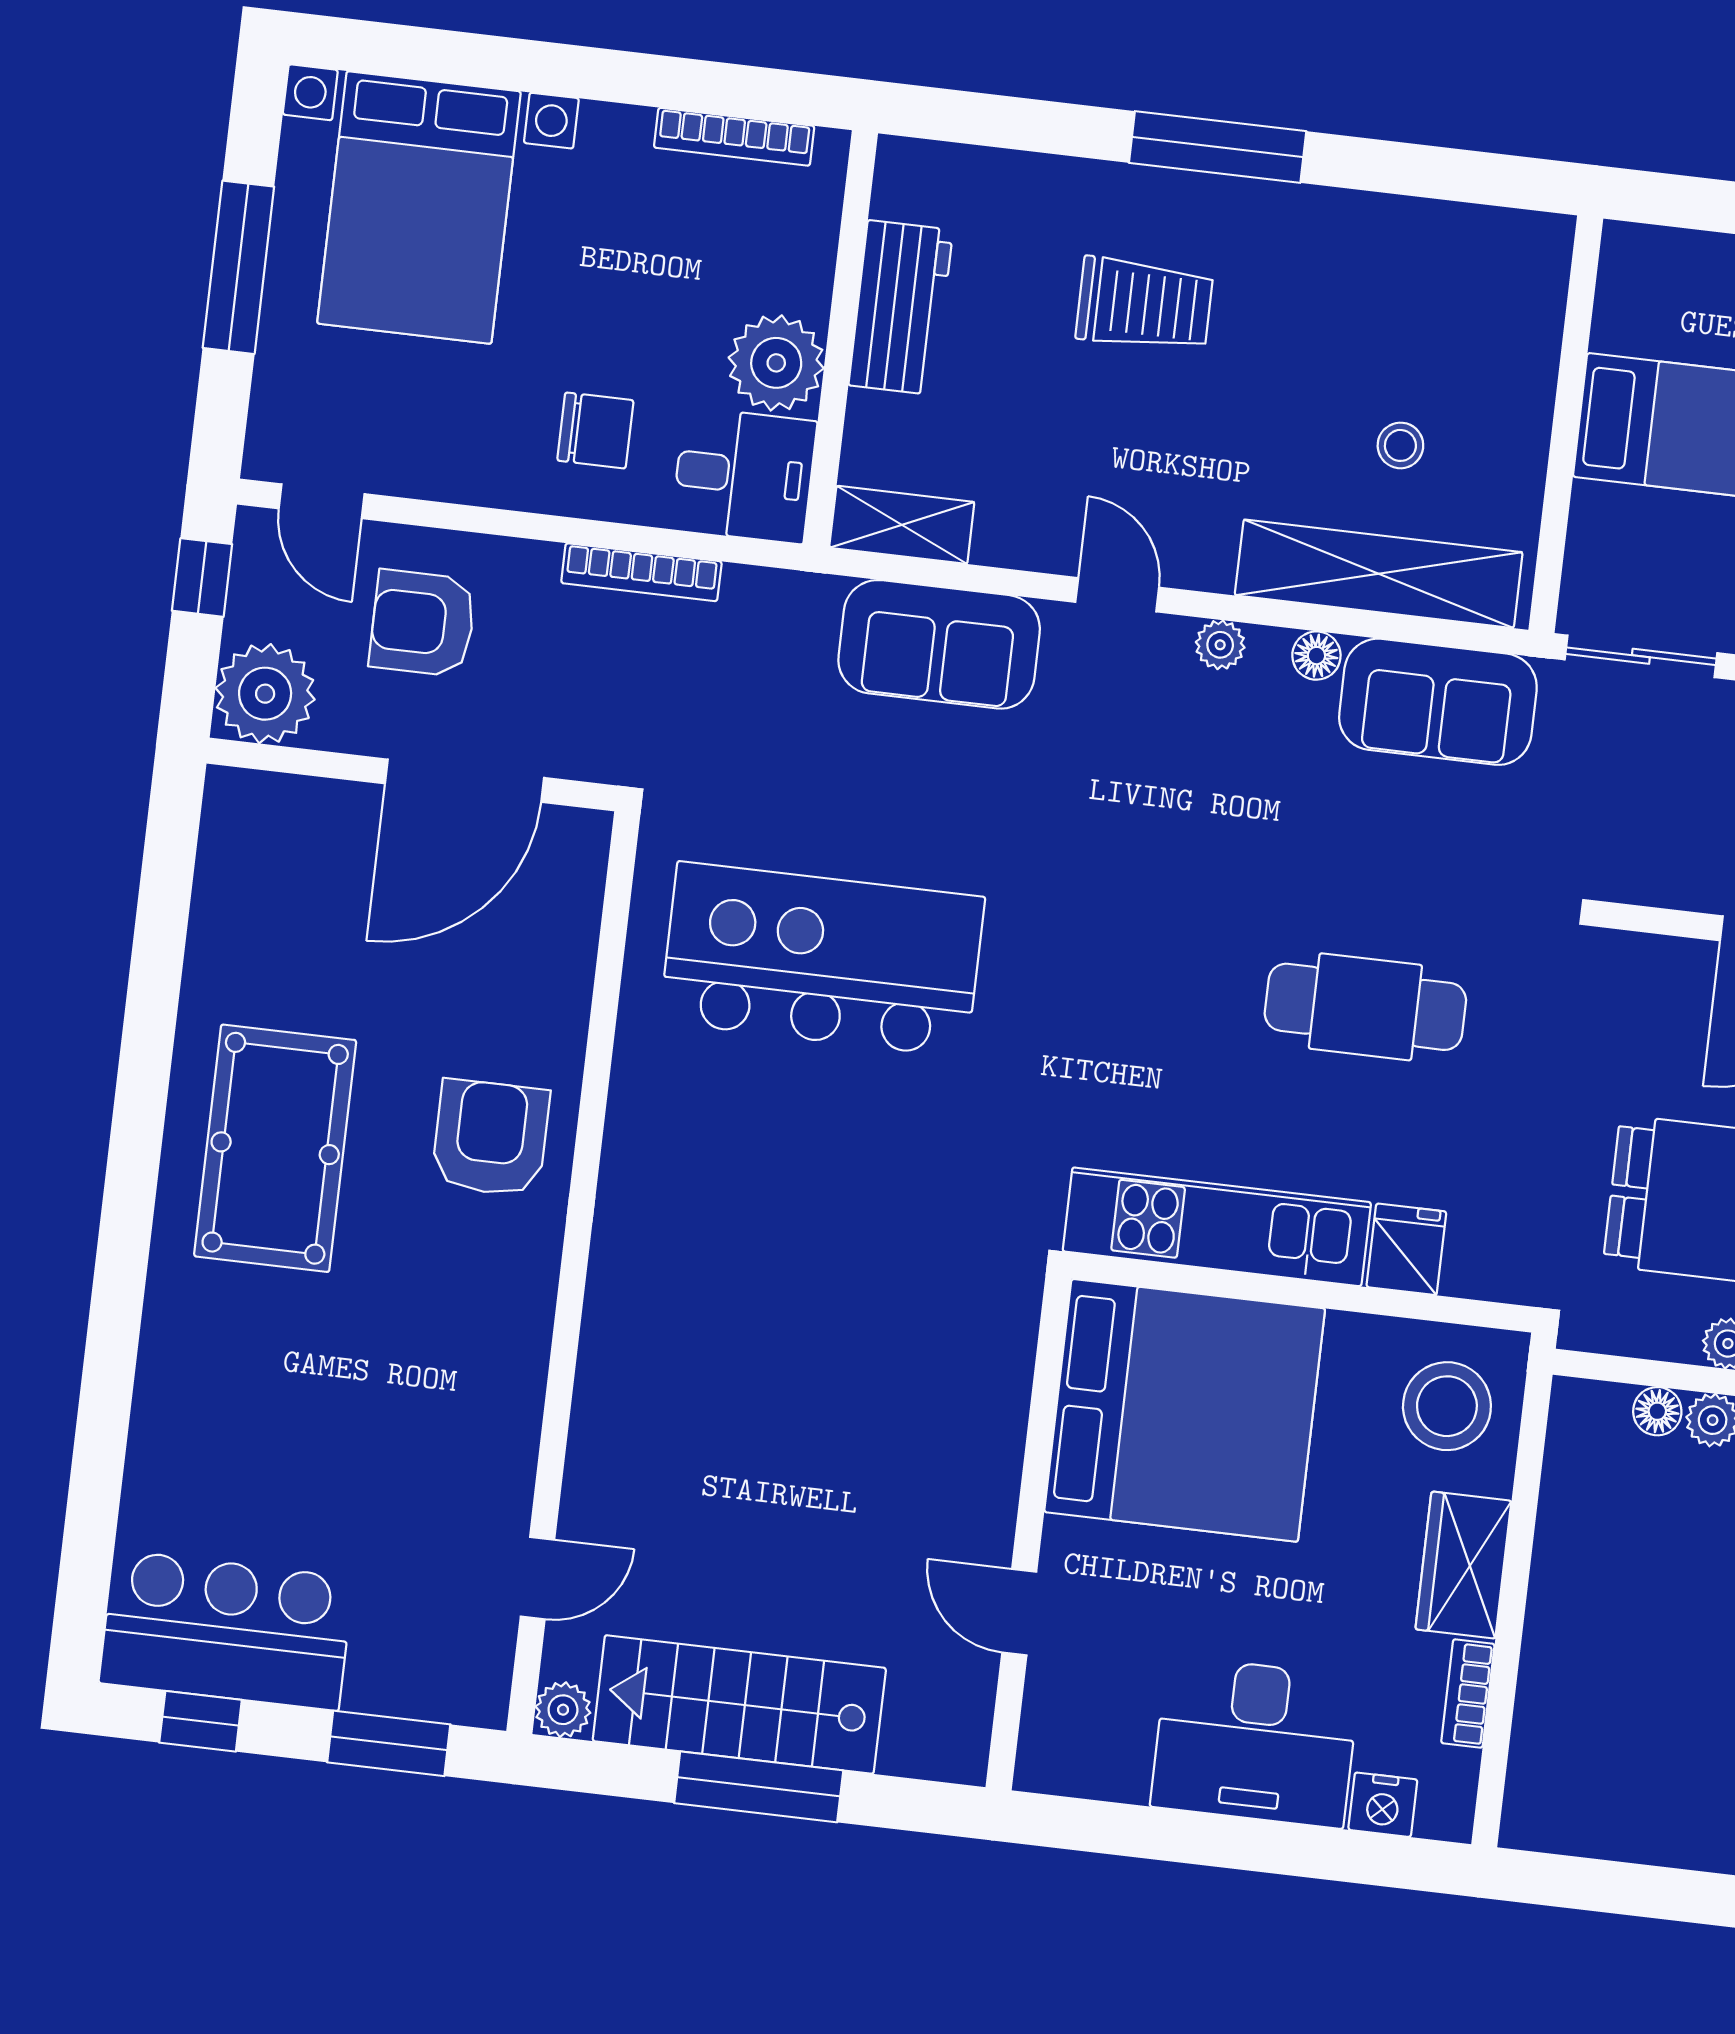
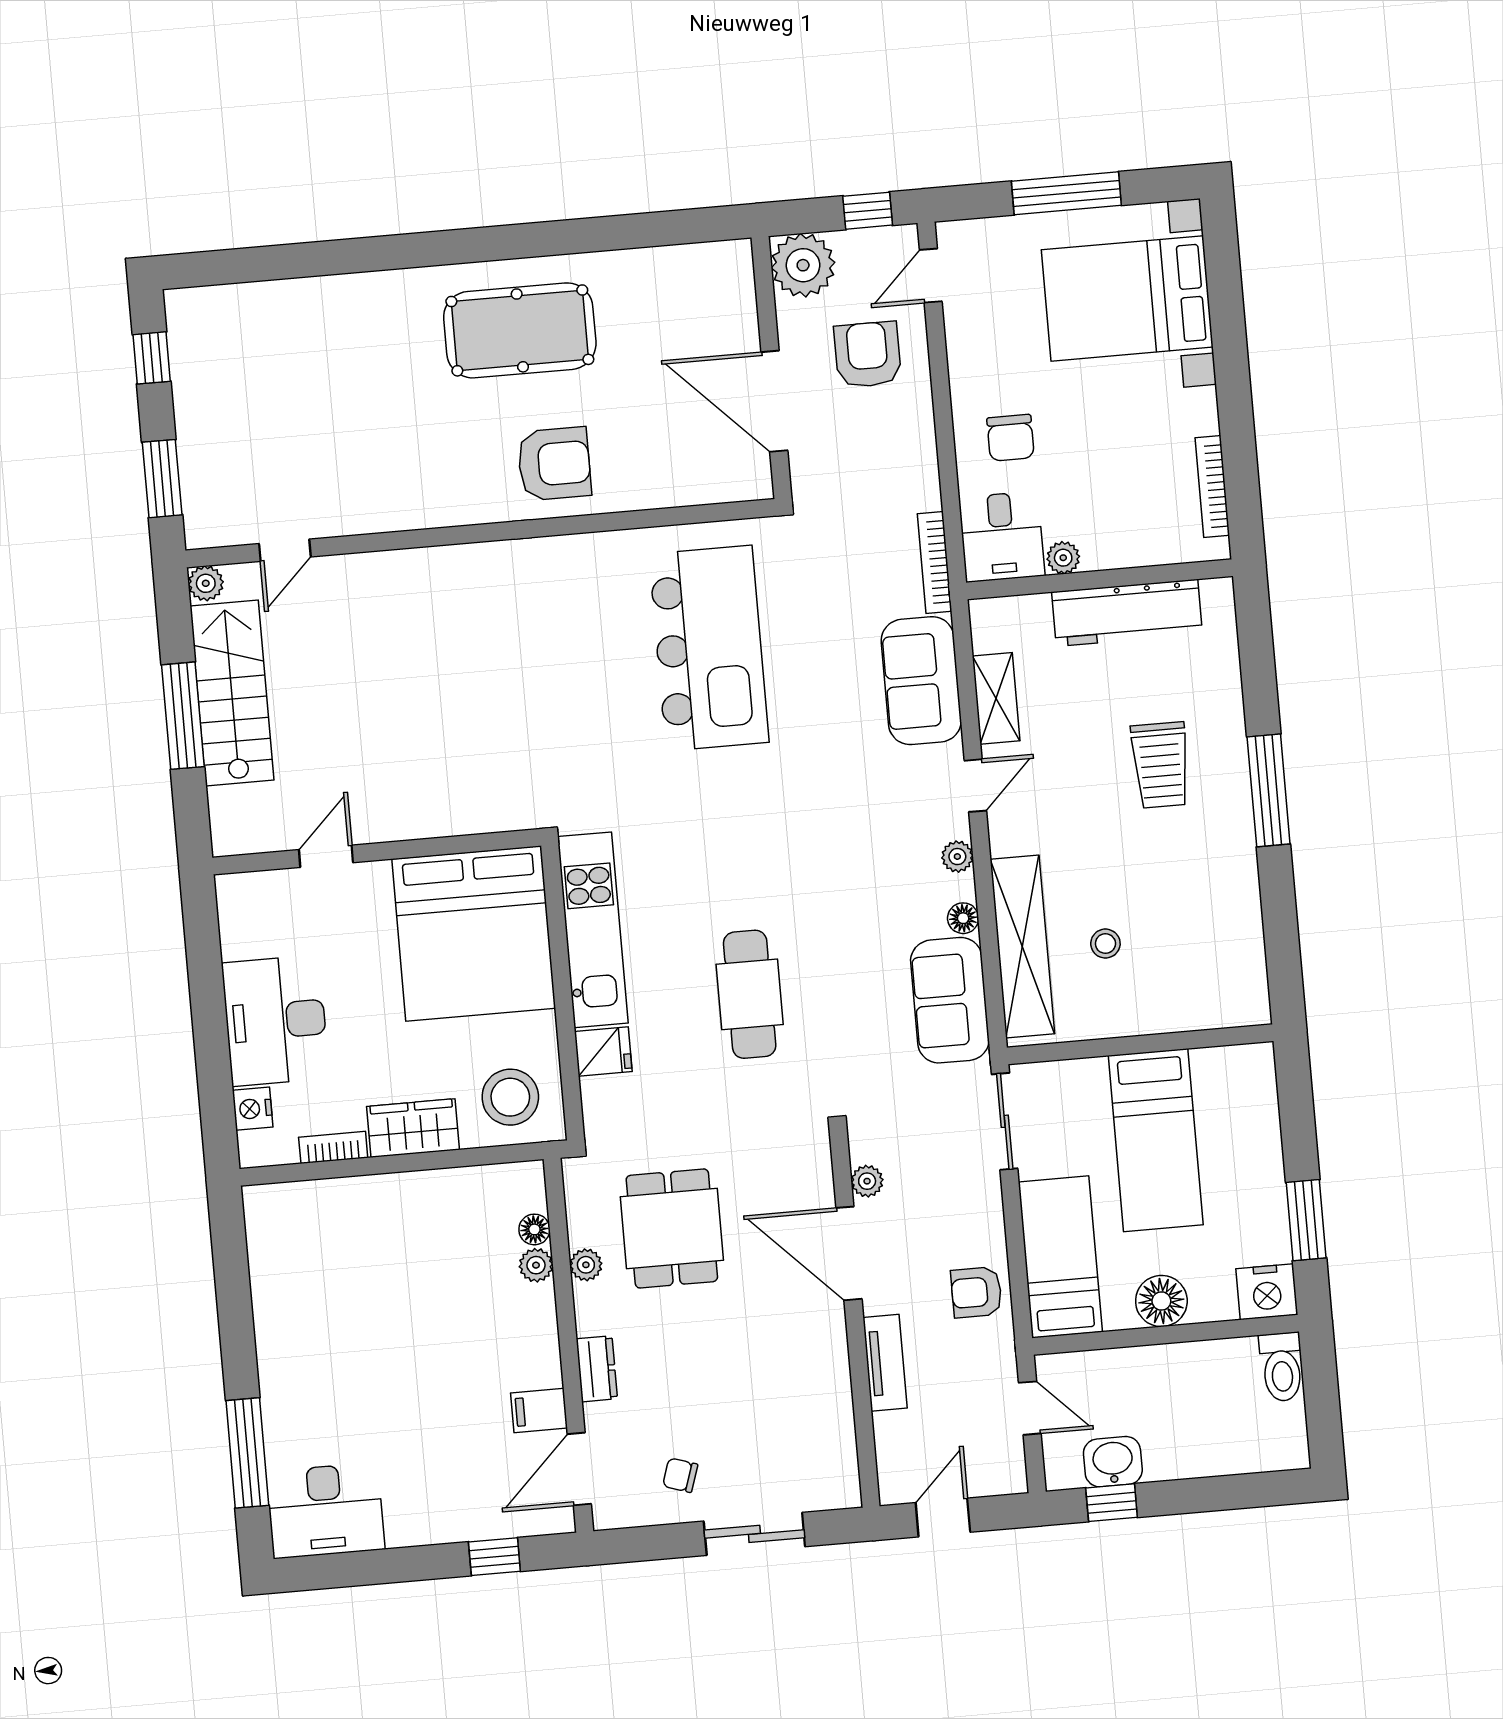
workbench: (901, 308) -> (1127, 613), width x1.38
plant: (776, 363) -> (1063, 558), width x0.53, depth x0.53
shelving: (902, 525) -> (996, 698), moved
bookcase: (641, 572) -> (935, 562), moved
plant: (1689, 886) -> (867, 1181), added
door: (537, 1578) -> (285, 550), hinge flipped
bar counter: (226, 1630) -> (212, 362), removed

